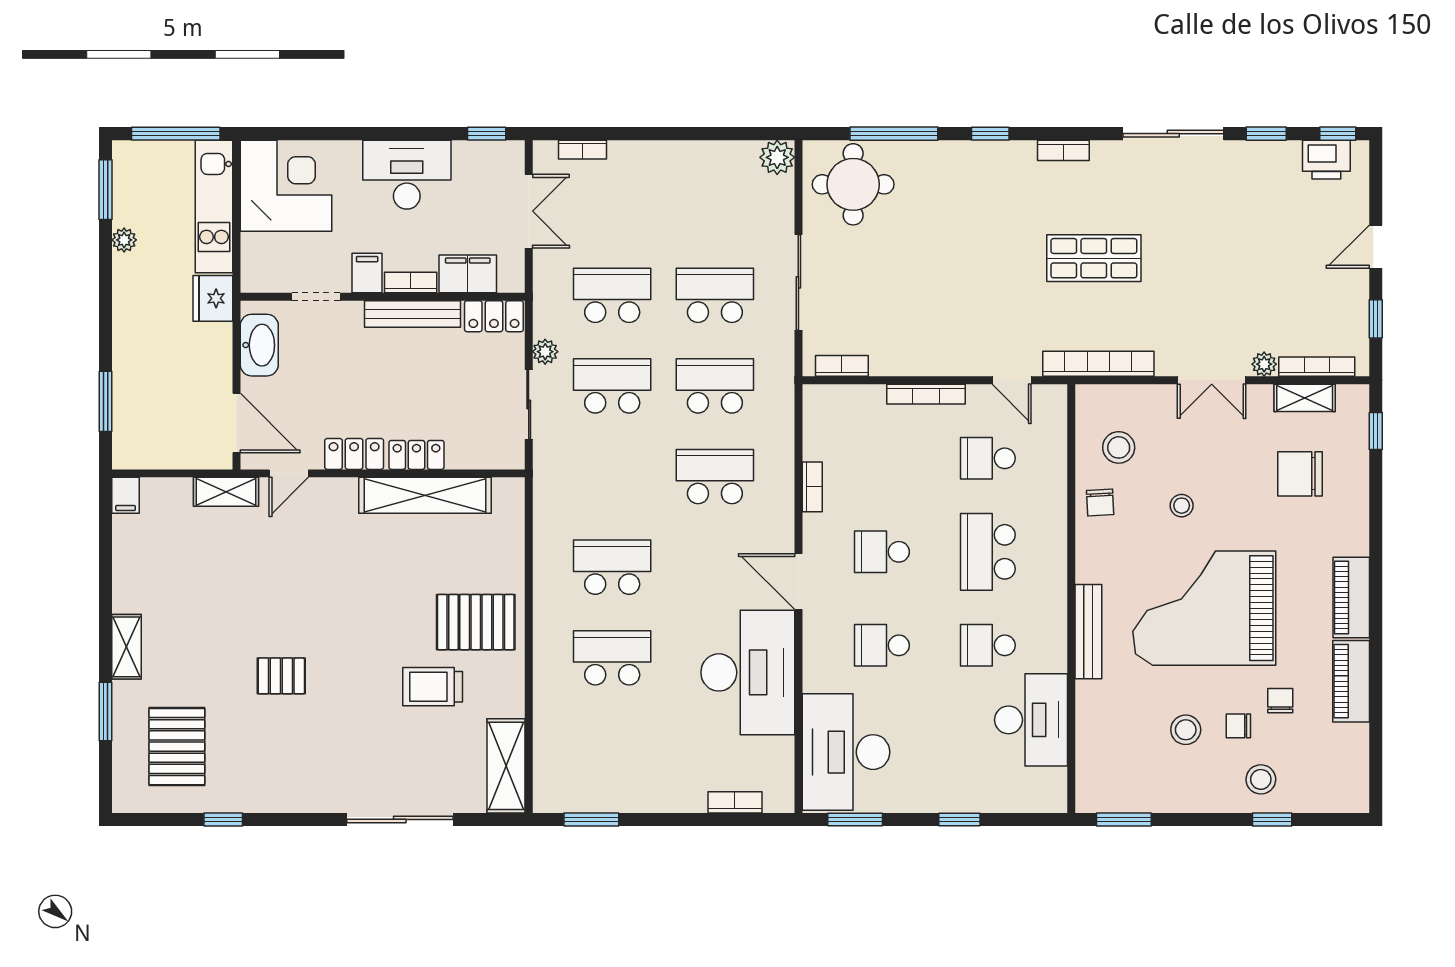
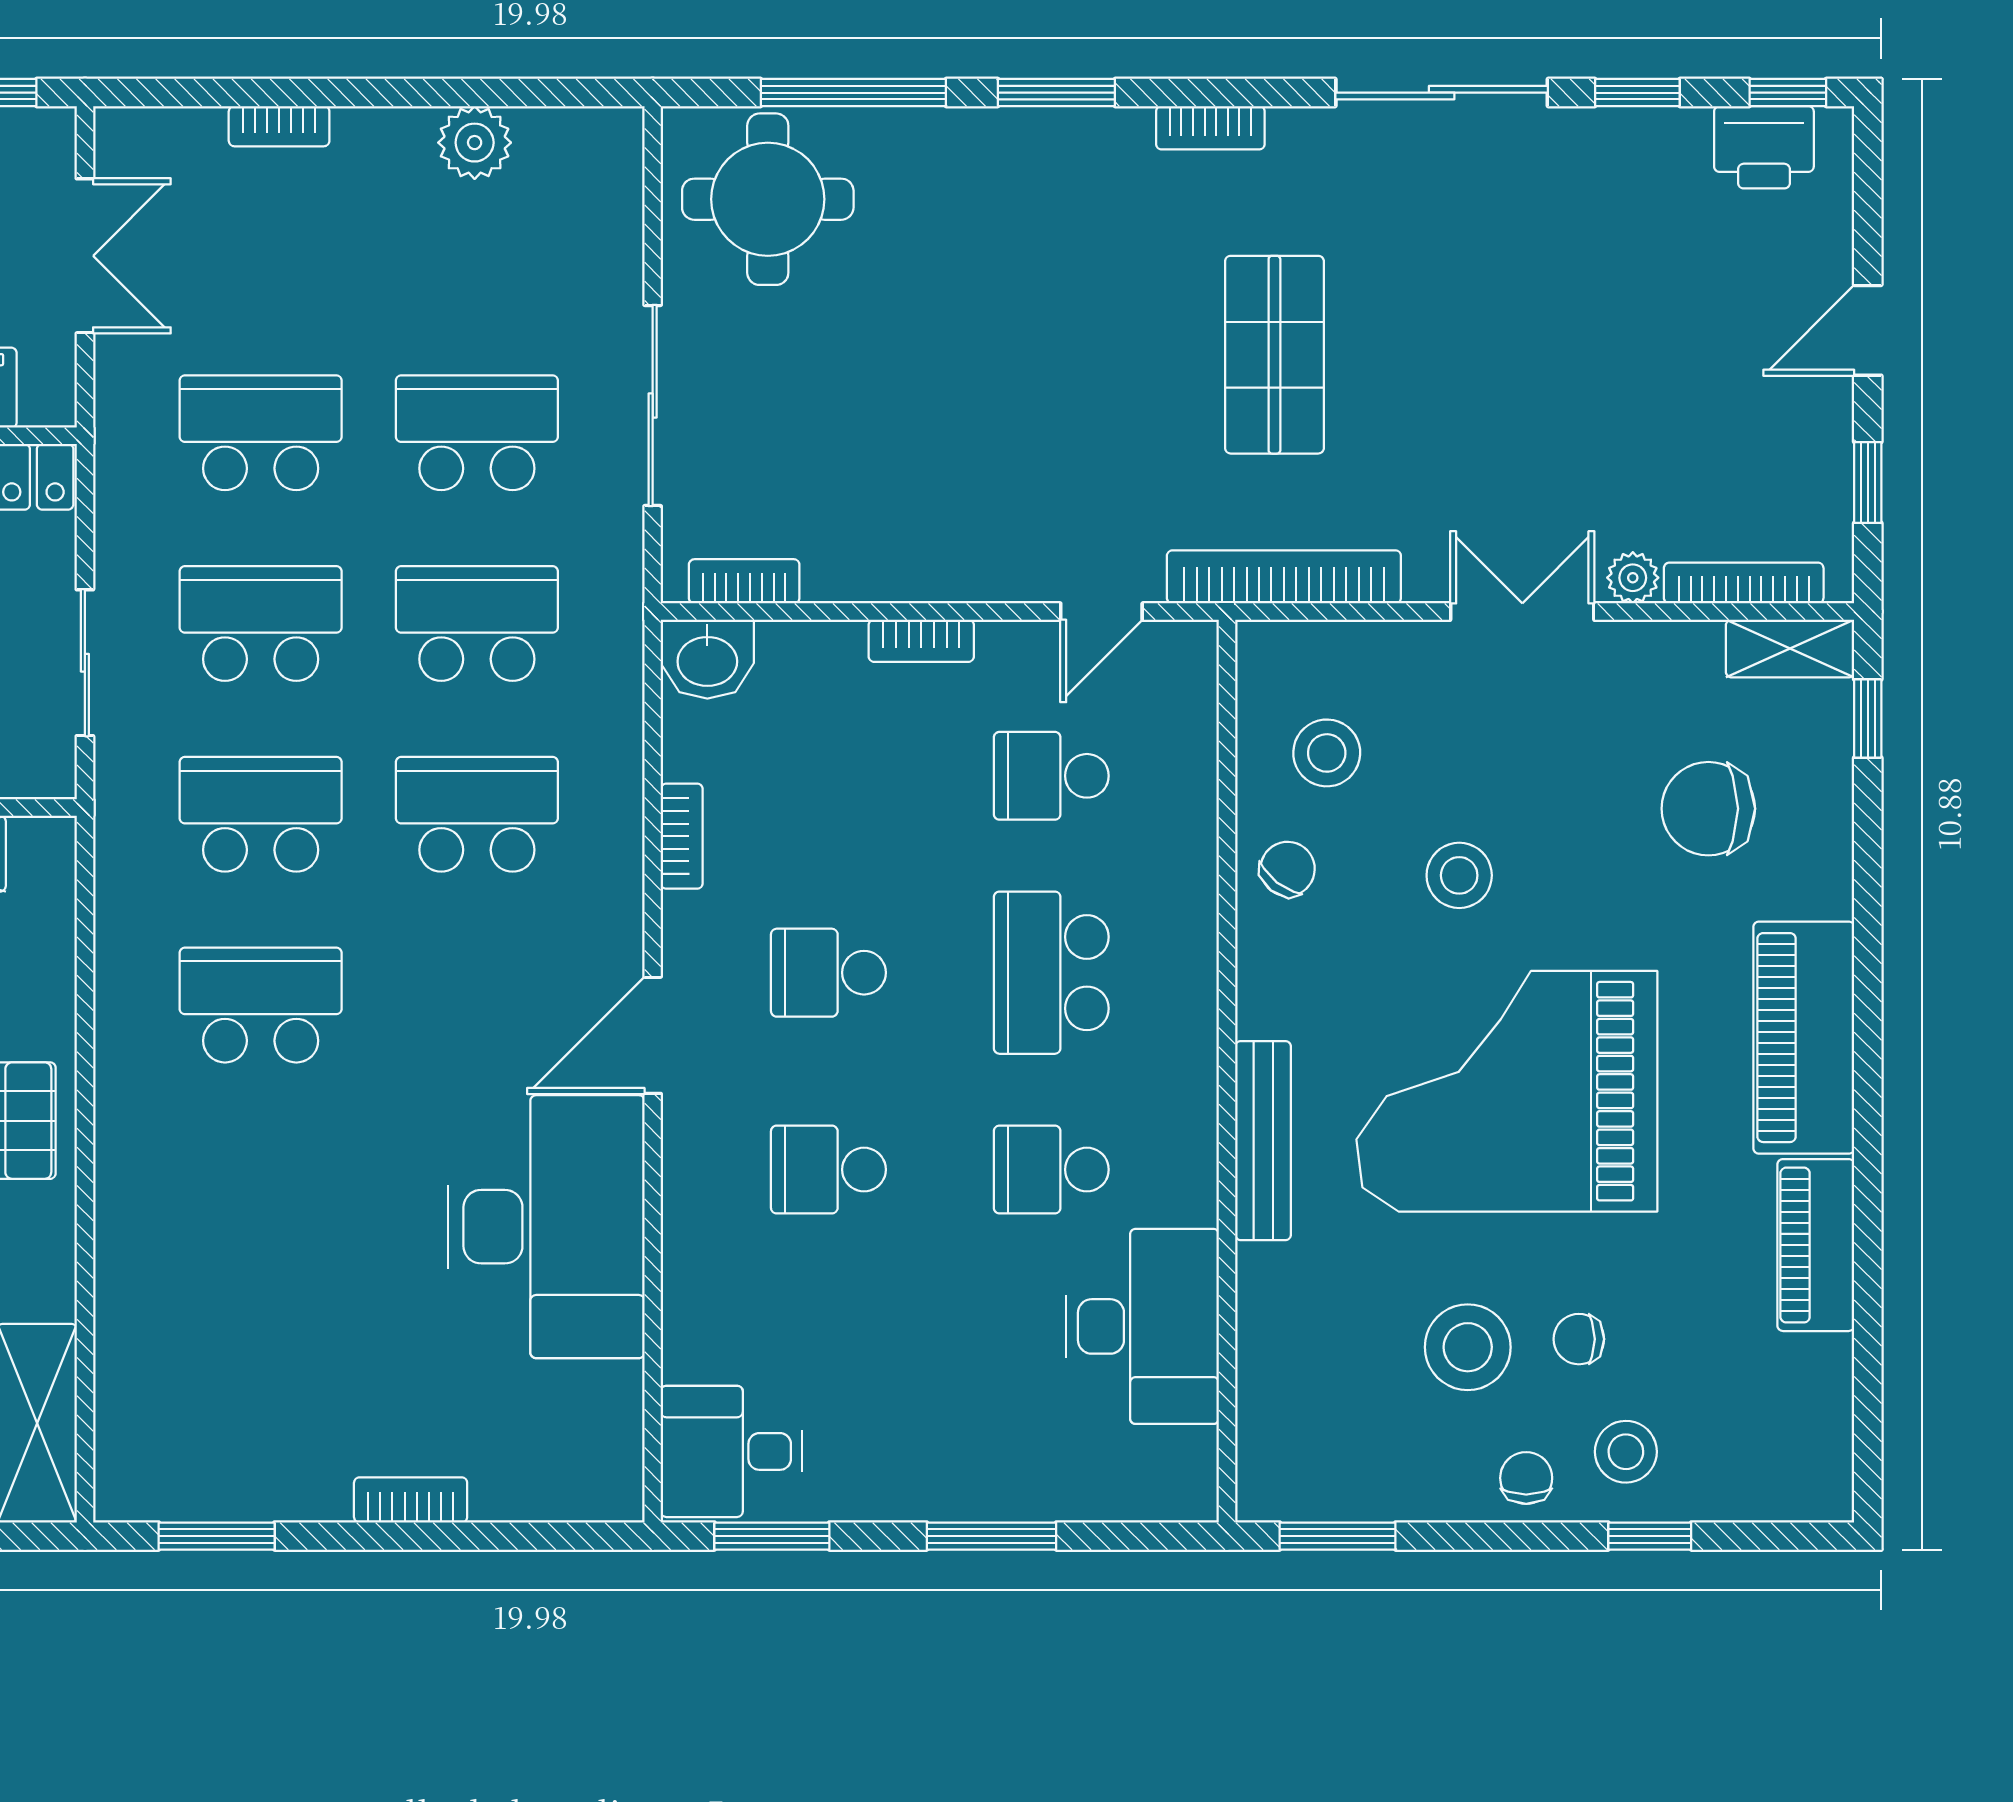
window: (990, 134) -> (1056, 93), width x1.50
bookcase: (583, 150) -> (279, 126), moved
plant: (777, 157) -> (475, 143), moved
shop shelf: (1094, 258) -> (1274, 355), turned 90
plant: (545, 352) -> (120, 551), removed
door: (1012, 380) -> (1101, 612), hinge flipped
double door: (1212, 380) -> (1522, 612), swing flipped
bookcase: (926, 394) -> (921, 641), width x0.64
shelving: (1305, 398) -> (1790, 649), moved
washbasin: (824, 403) -> (707, 659), added
chair: (1100, 503) -> (1288, 869), turned -139
stool: (1182, 506) -> (1459, 875), width x1.37, depth x1.37
door: (798, 582) -> (653, 1035), hinge flipped
piano: (1351, 597) -> (1804, 1038), width x1.37, depth x1.33
school desk: (612, 658) -> (261, 814), moved
chair: (1280, 701) -> (1526, 1478), moved
stool: (1186, 730) -> (1468, 1347), width x1.38, depth x1.38
desk: (846, 752) -> (731, 1451), width x0.53, depth x0.77
bookcase: (735, 802) -> (411, 1500), moved
window: (959, 819) -> (992, 1536), width x1.50

